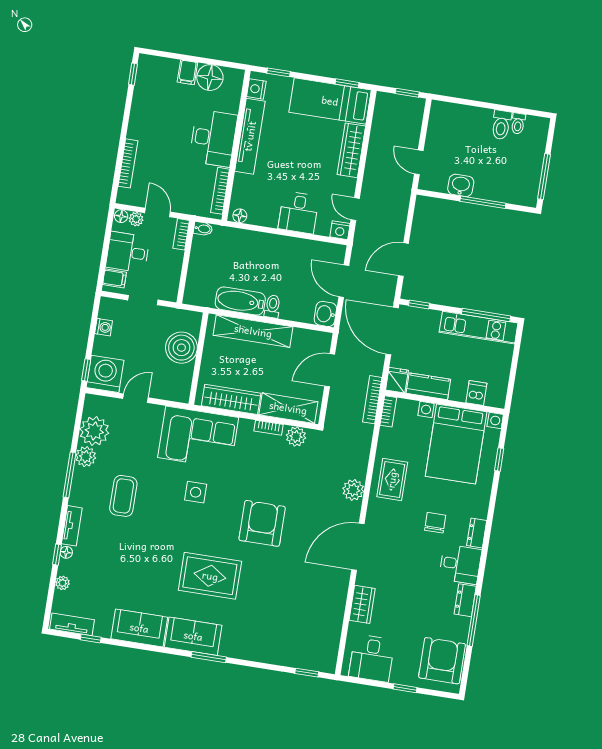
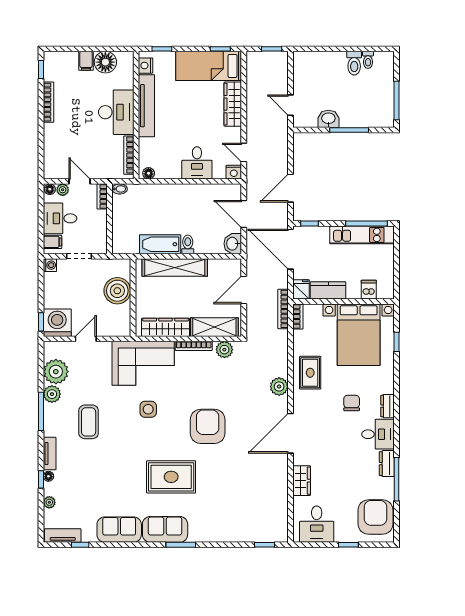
bookcase: (128, 163) -> (49, 102), moved
washing machine: (104, 327) -> (50, 265), moved
bookcase: (268, 428) -> (194, 346), width x1.56

